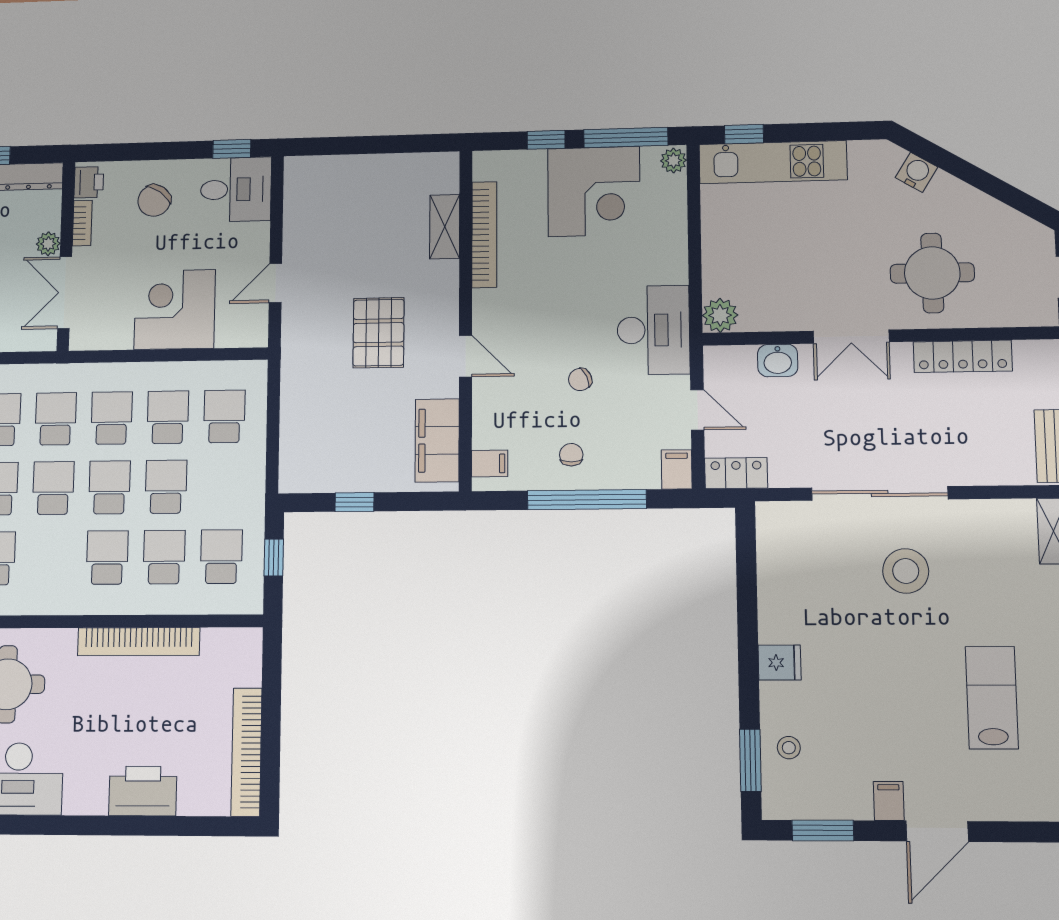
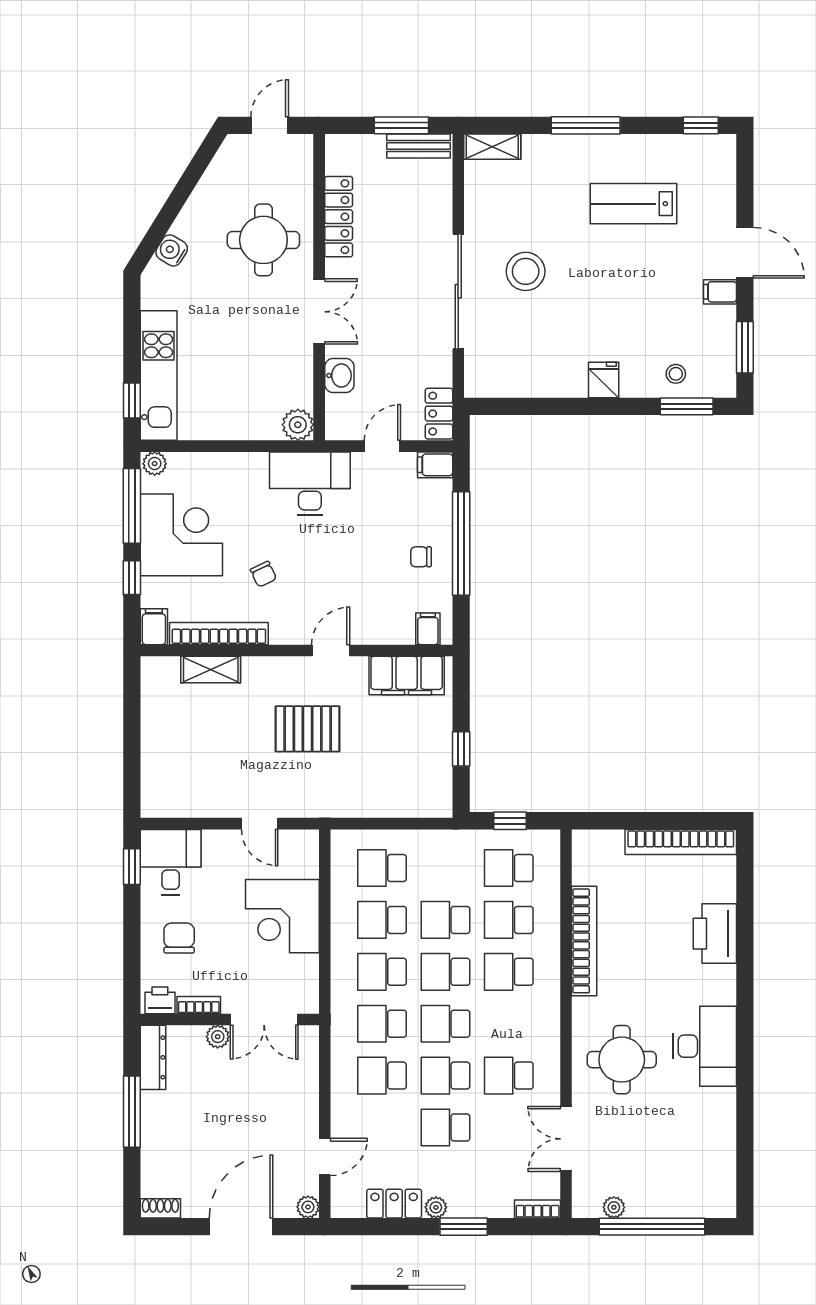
filing cabinet: (492, 165) -> (154, 627), added
chair: (154, 201) -> (179, 938), turned -126
chair: (580, 379) -> (263, 574), moved

